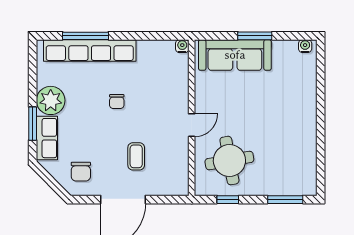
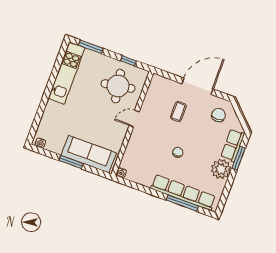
kitchen unit: (305, 152) -> (67, 73), added

